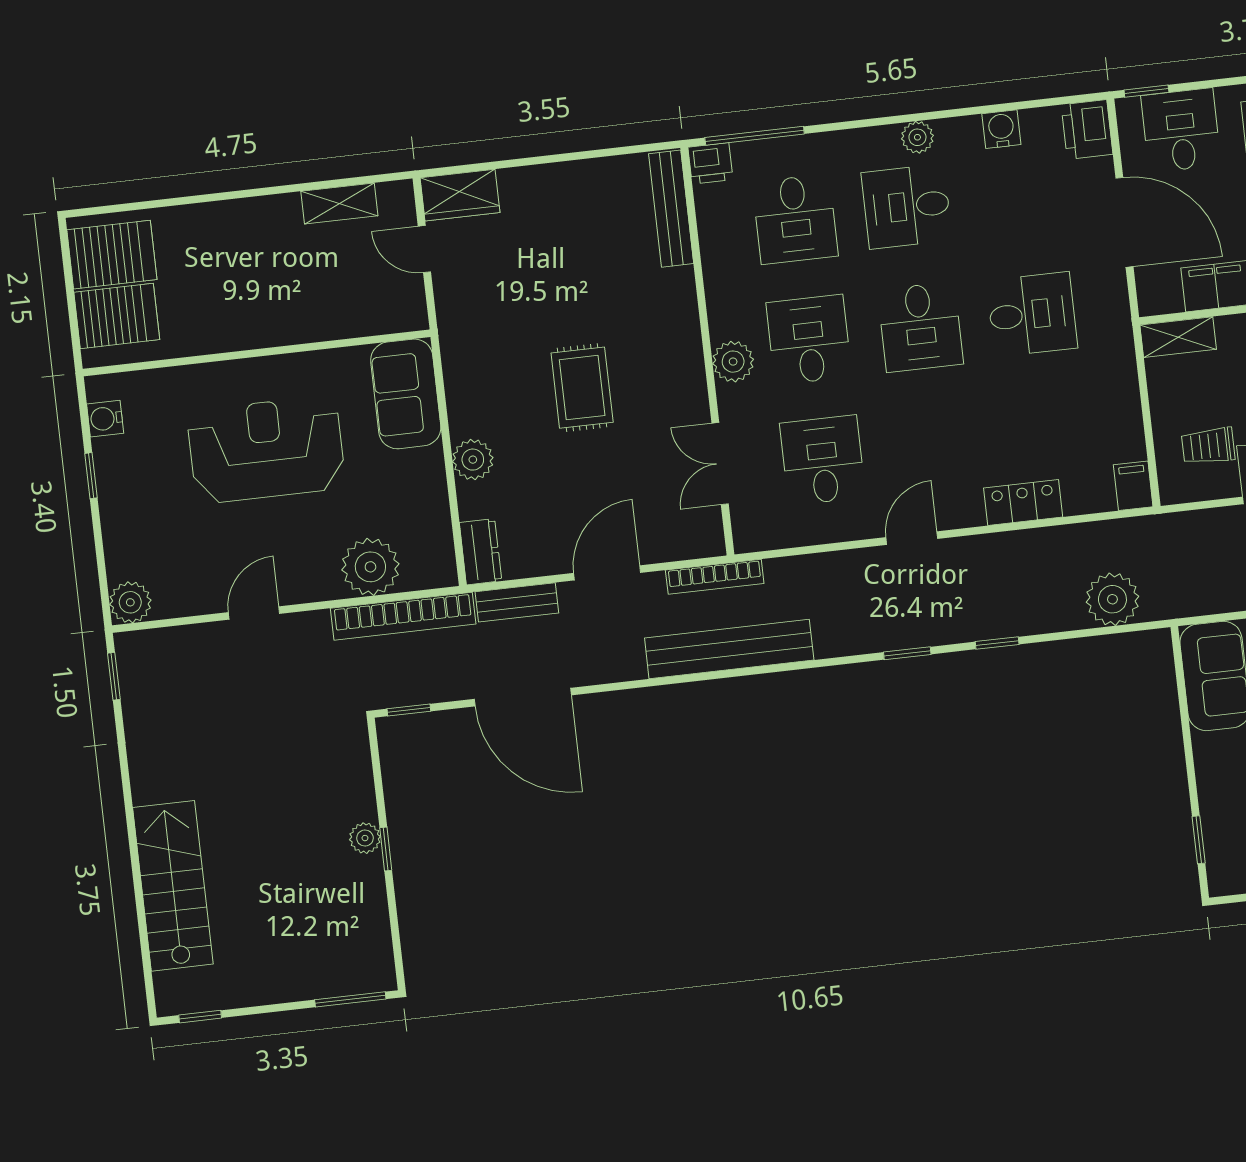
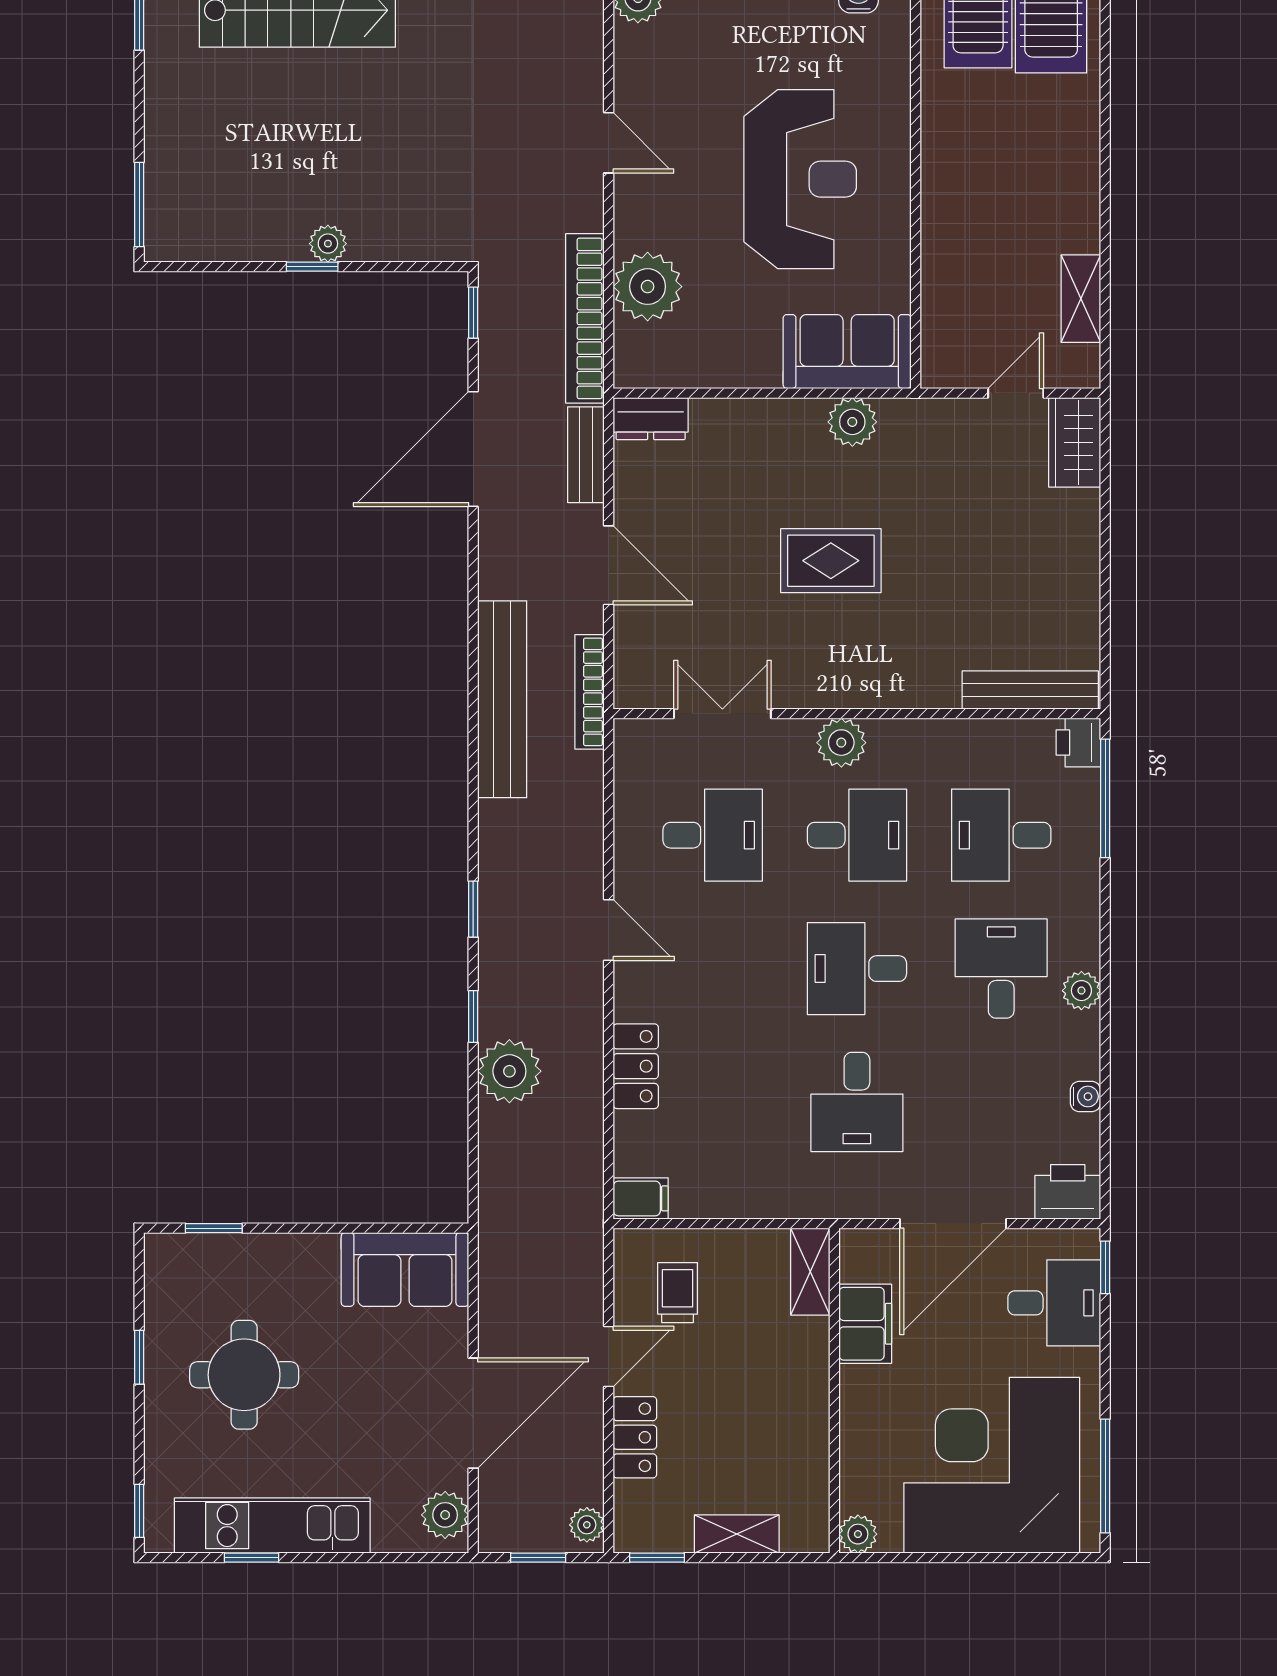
water cooler: (1001, 129) -> (1086, 1096), width x0.72, depth x0.72
plant: (473, 460) -> (852, 422), moved
plant: (1112, 599) -> (509, 1071), moved

